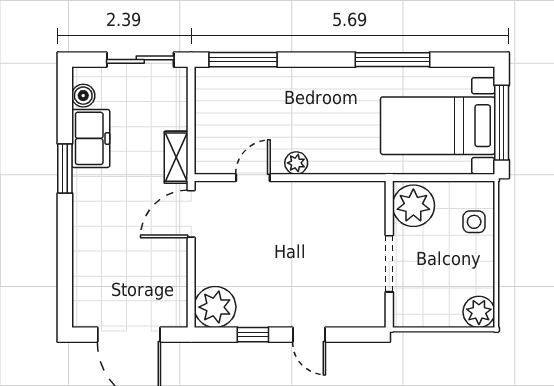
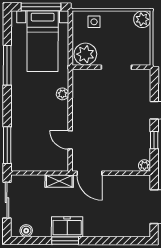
freezer: (91, 138) -> (67, 227), moved
plant: (296, 163) -> (62, 94), moved
plant: (215, 307) -> (145, 165), width x0.53, depth x0.53

